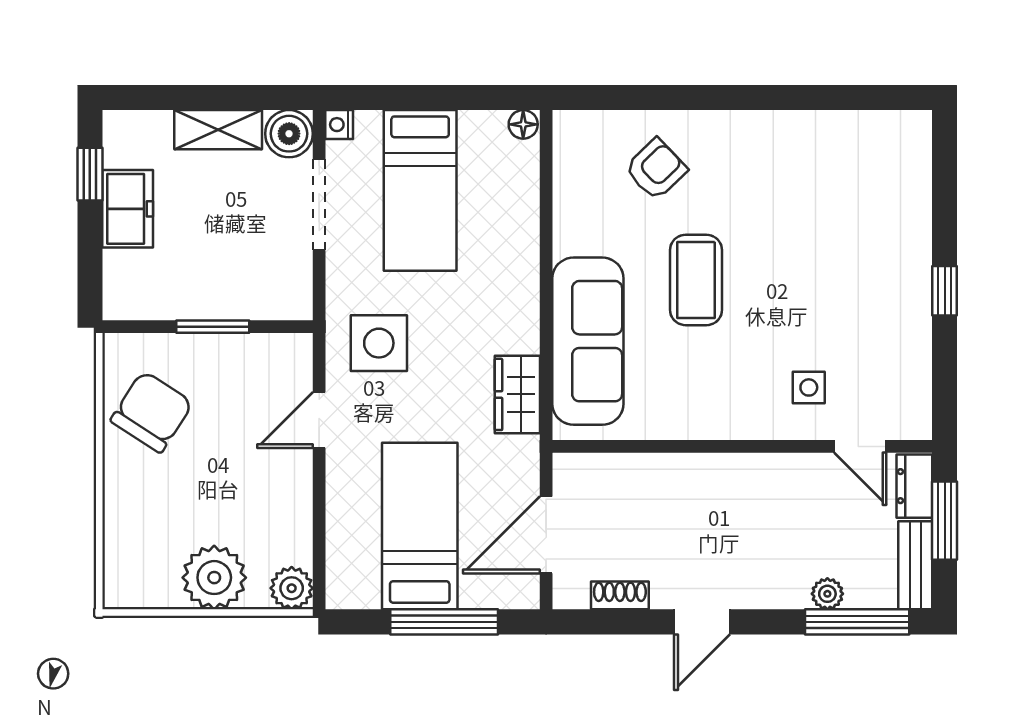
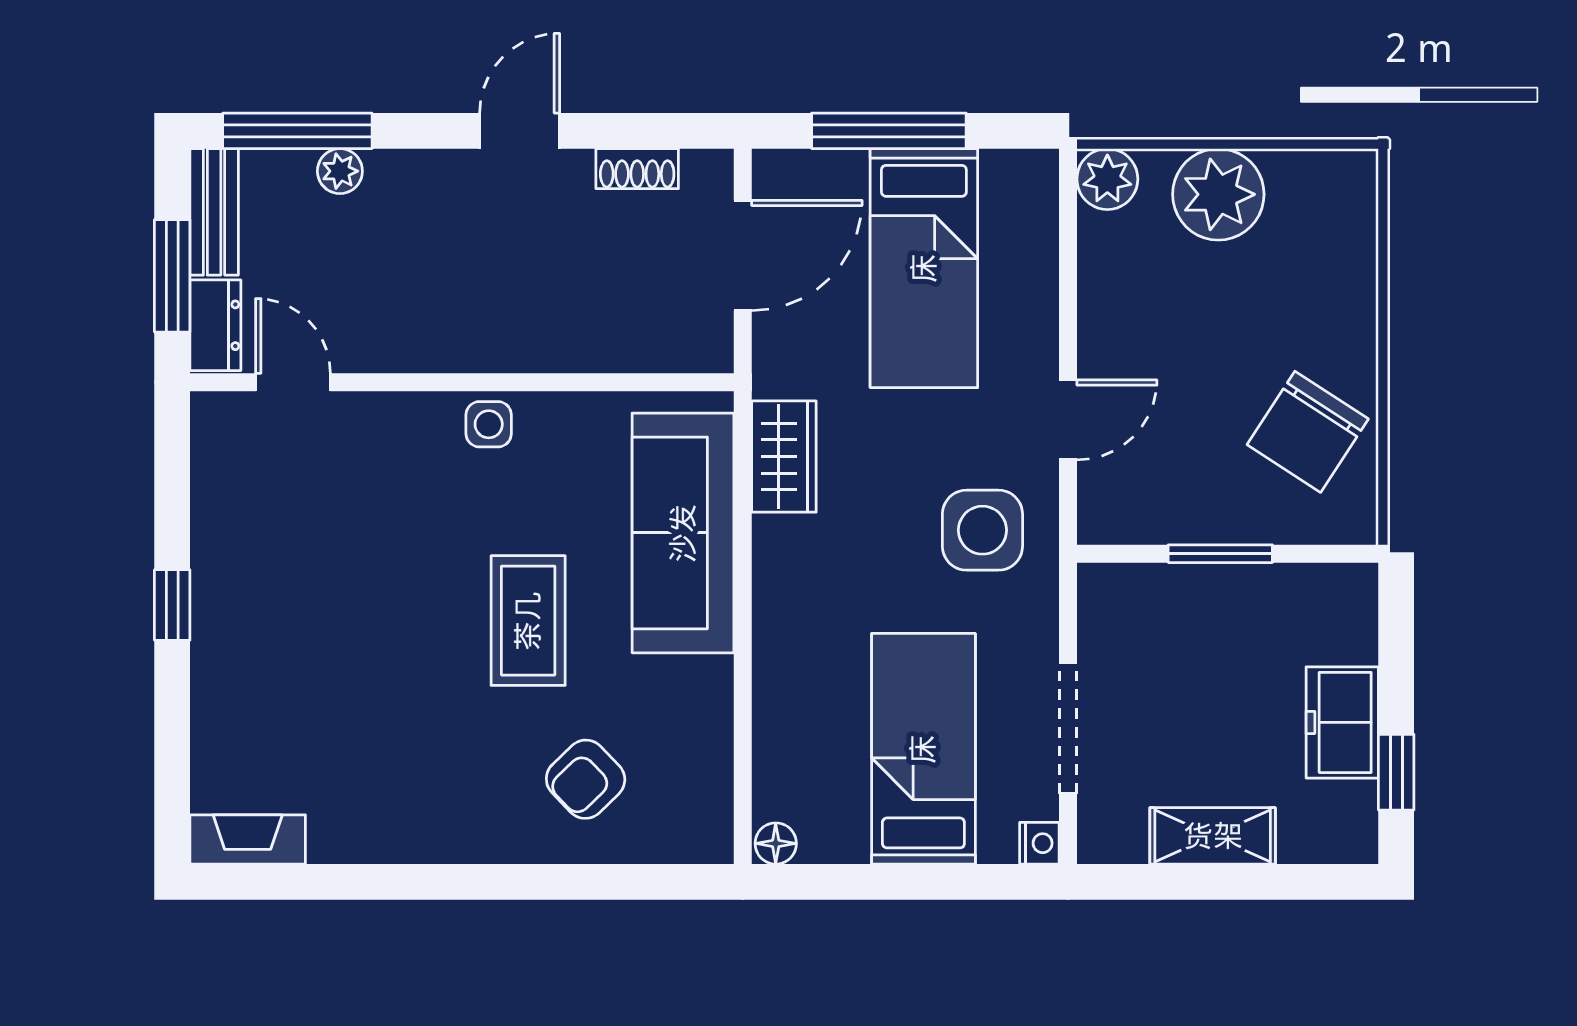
fireplace: (892, 127) -> (248, 839), added
boiler: (289, 134) -> (1111, 830), removed
side table: (809, 387) -> (489, 424), moved

